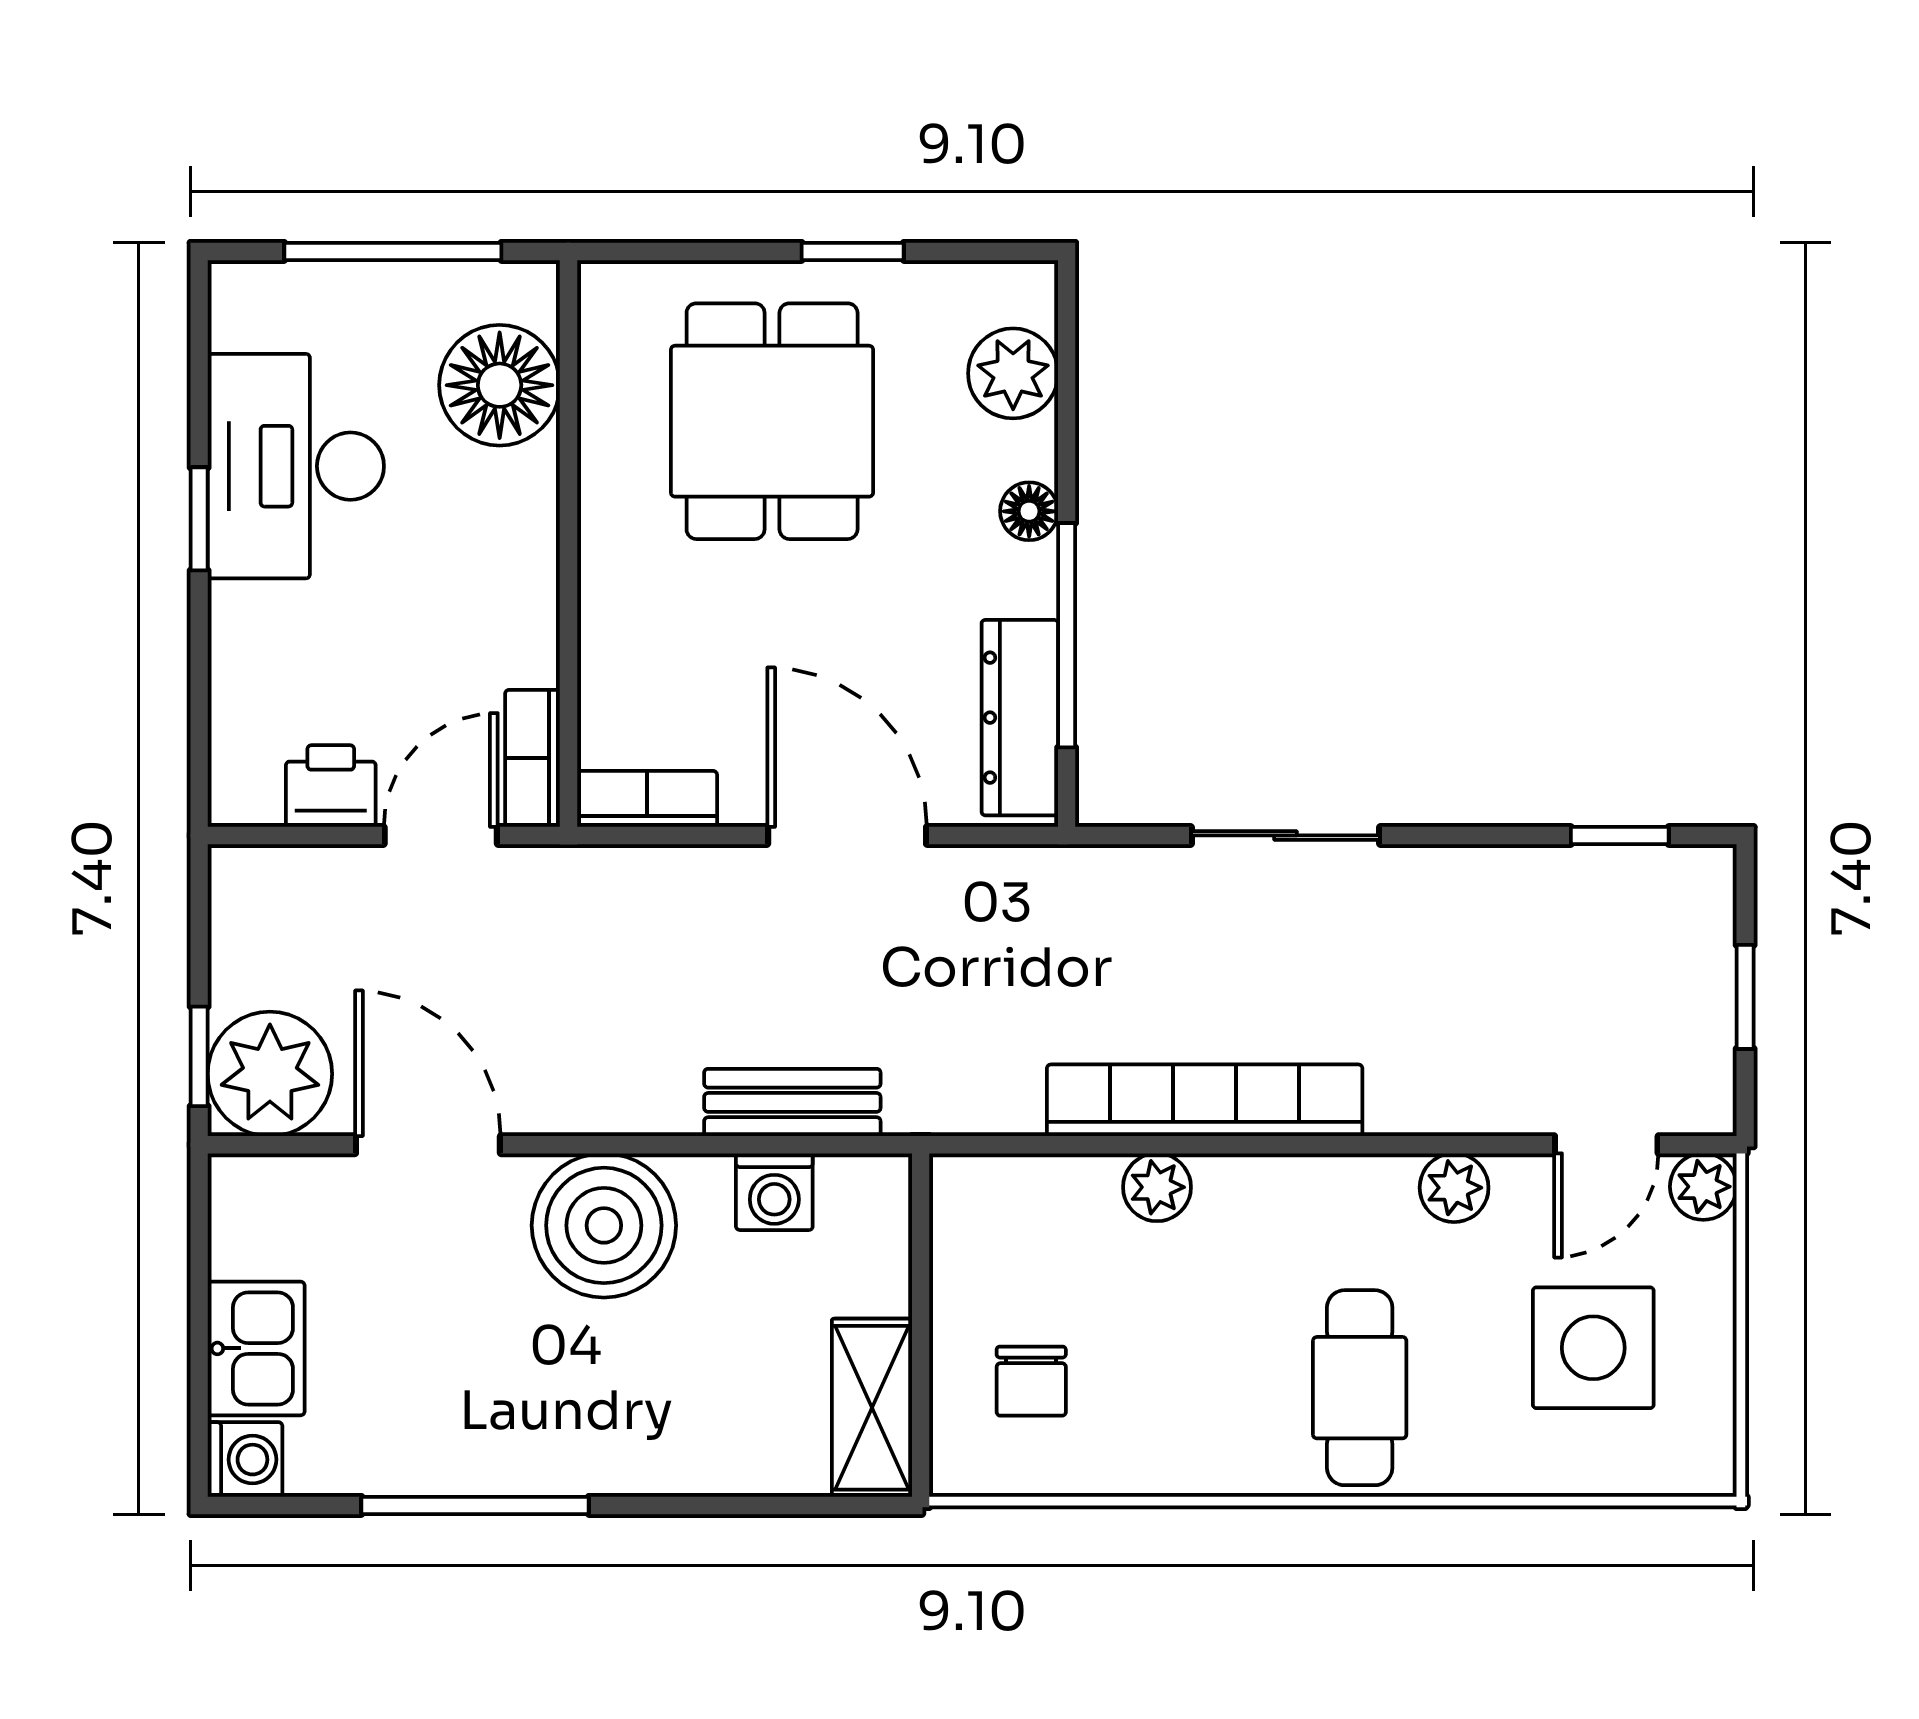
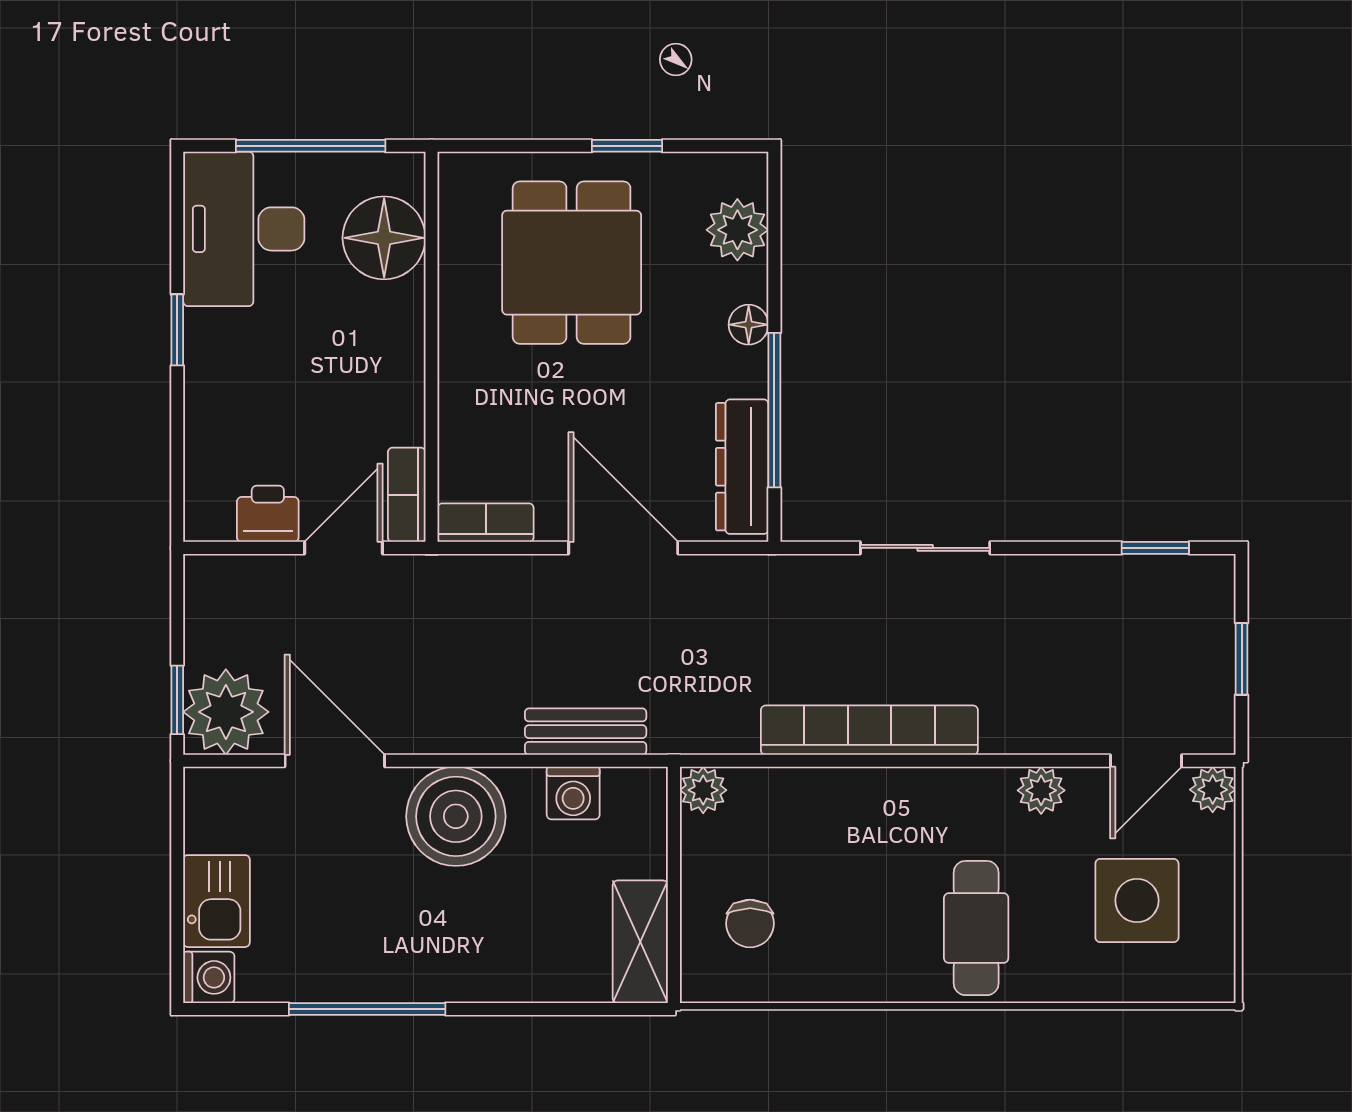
desk: (296, 466) -> (244, 229), moved
plant: (1157, 1187) -> (703, 790), moved

